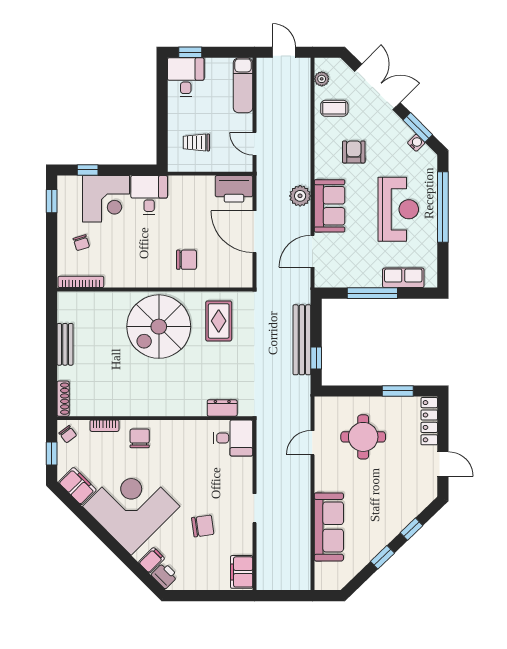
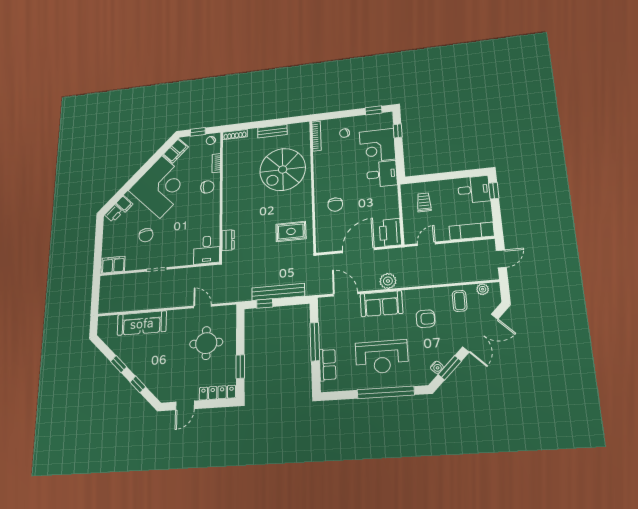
spiral stairs: (159, 327) -> (283, 169), moved, turned -90

